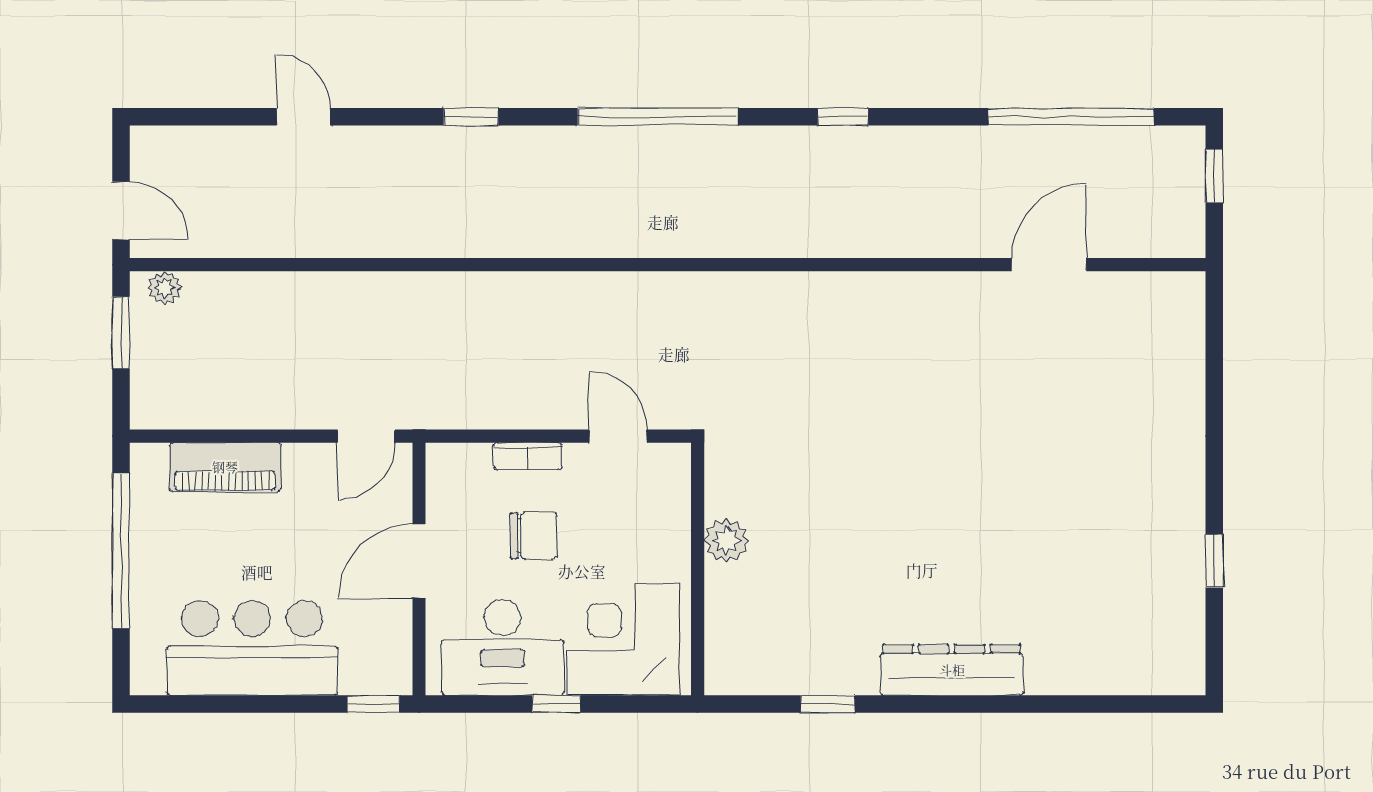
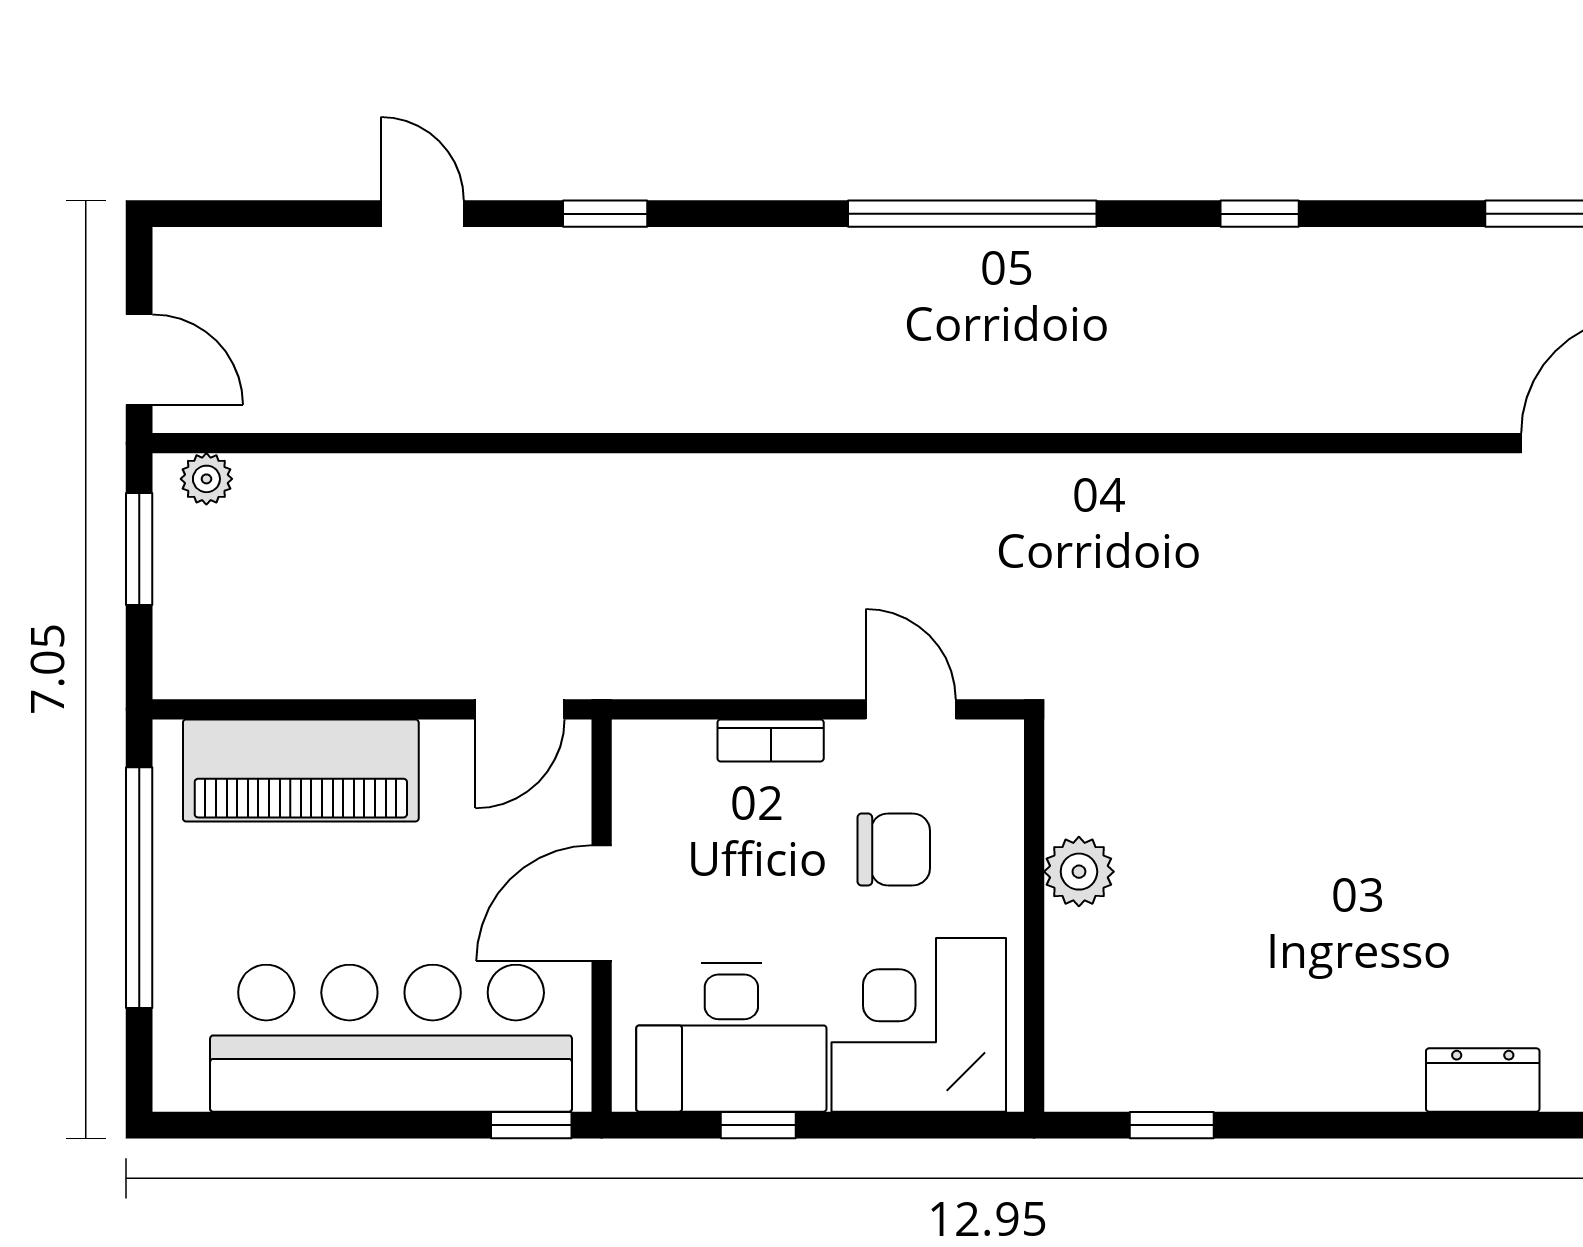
window: (471, 117) -> (605, 214), moved
piano: (225, 467) -> (301, 770), width x1.37, depth x1.33
chair: (534, 536) -> (894, 849), moved
bar counter: (252, 648) -> (391, 1038), width x1.36
dresser: (952, 670) -> (1483, 1080), width x0.51, depth x0.80
window: (556, 704) -> (758, 1125), moved
window: (828, 704) -> (1172, 1125), moved

